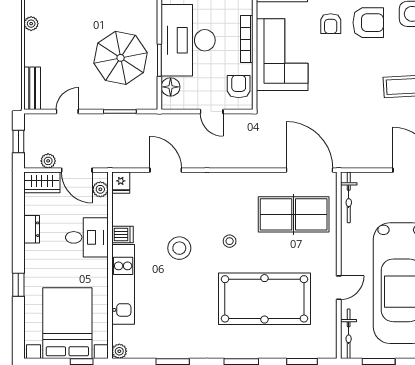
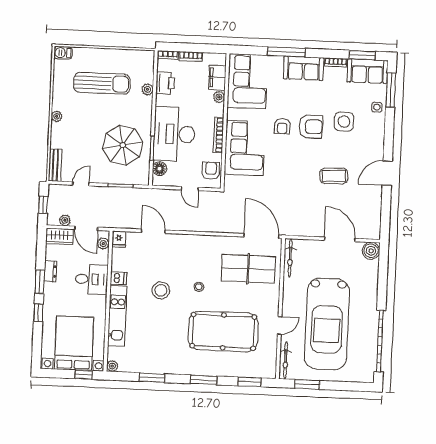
window: (18, 244) -> (40, 282), added

